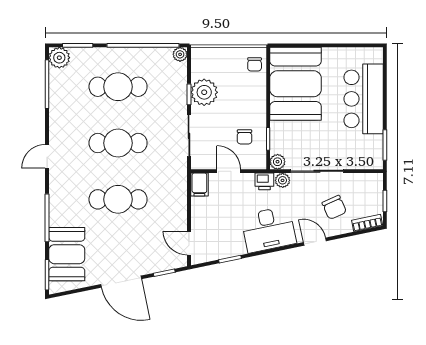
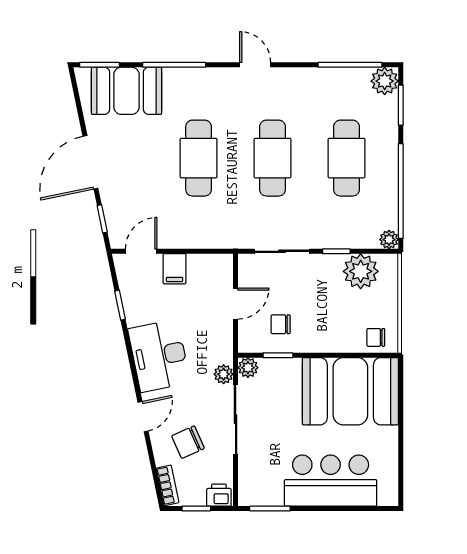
plant: (204, 92) -> (361, 271), moved
printer: (264, 181) -> (219, 495), moved, turned 90
filing cabinet: (199, 184) -> (175, 269), moved, turned -90

